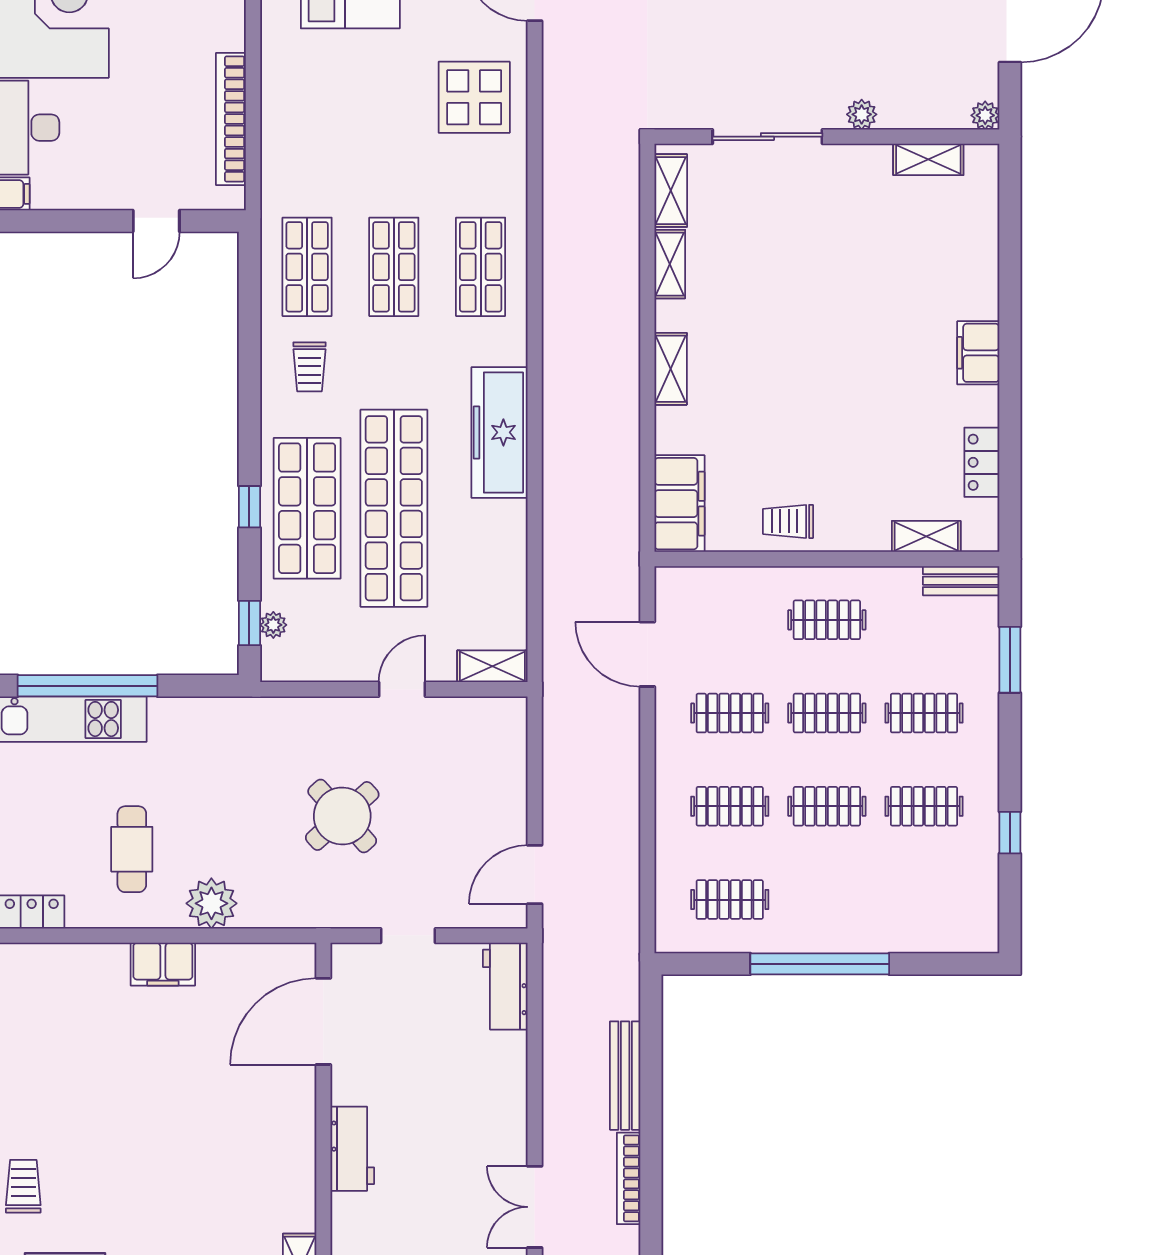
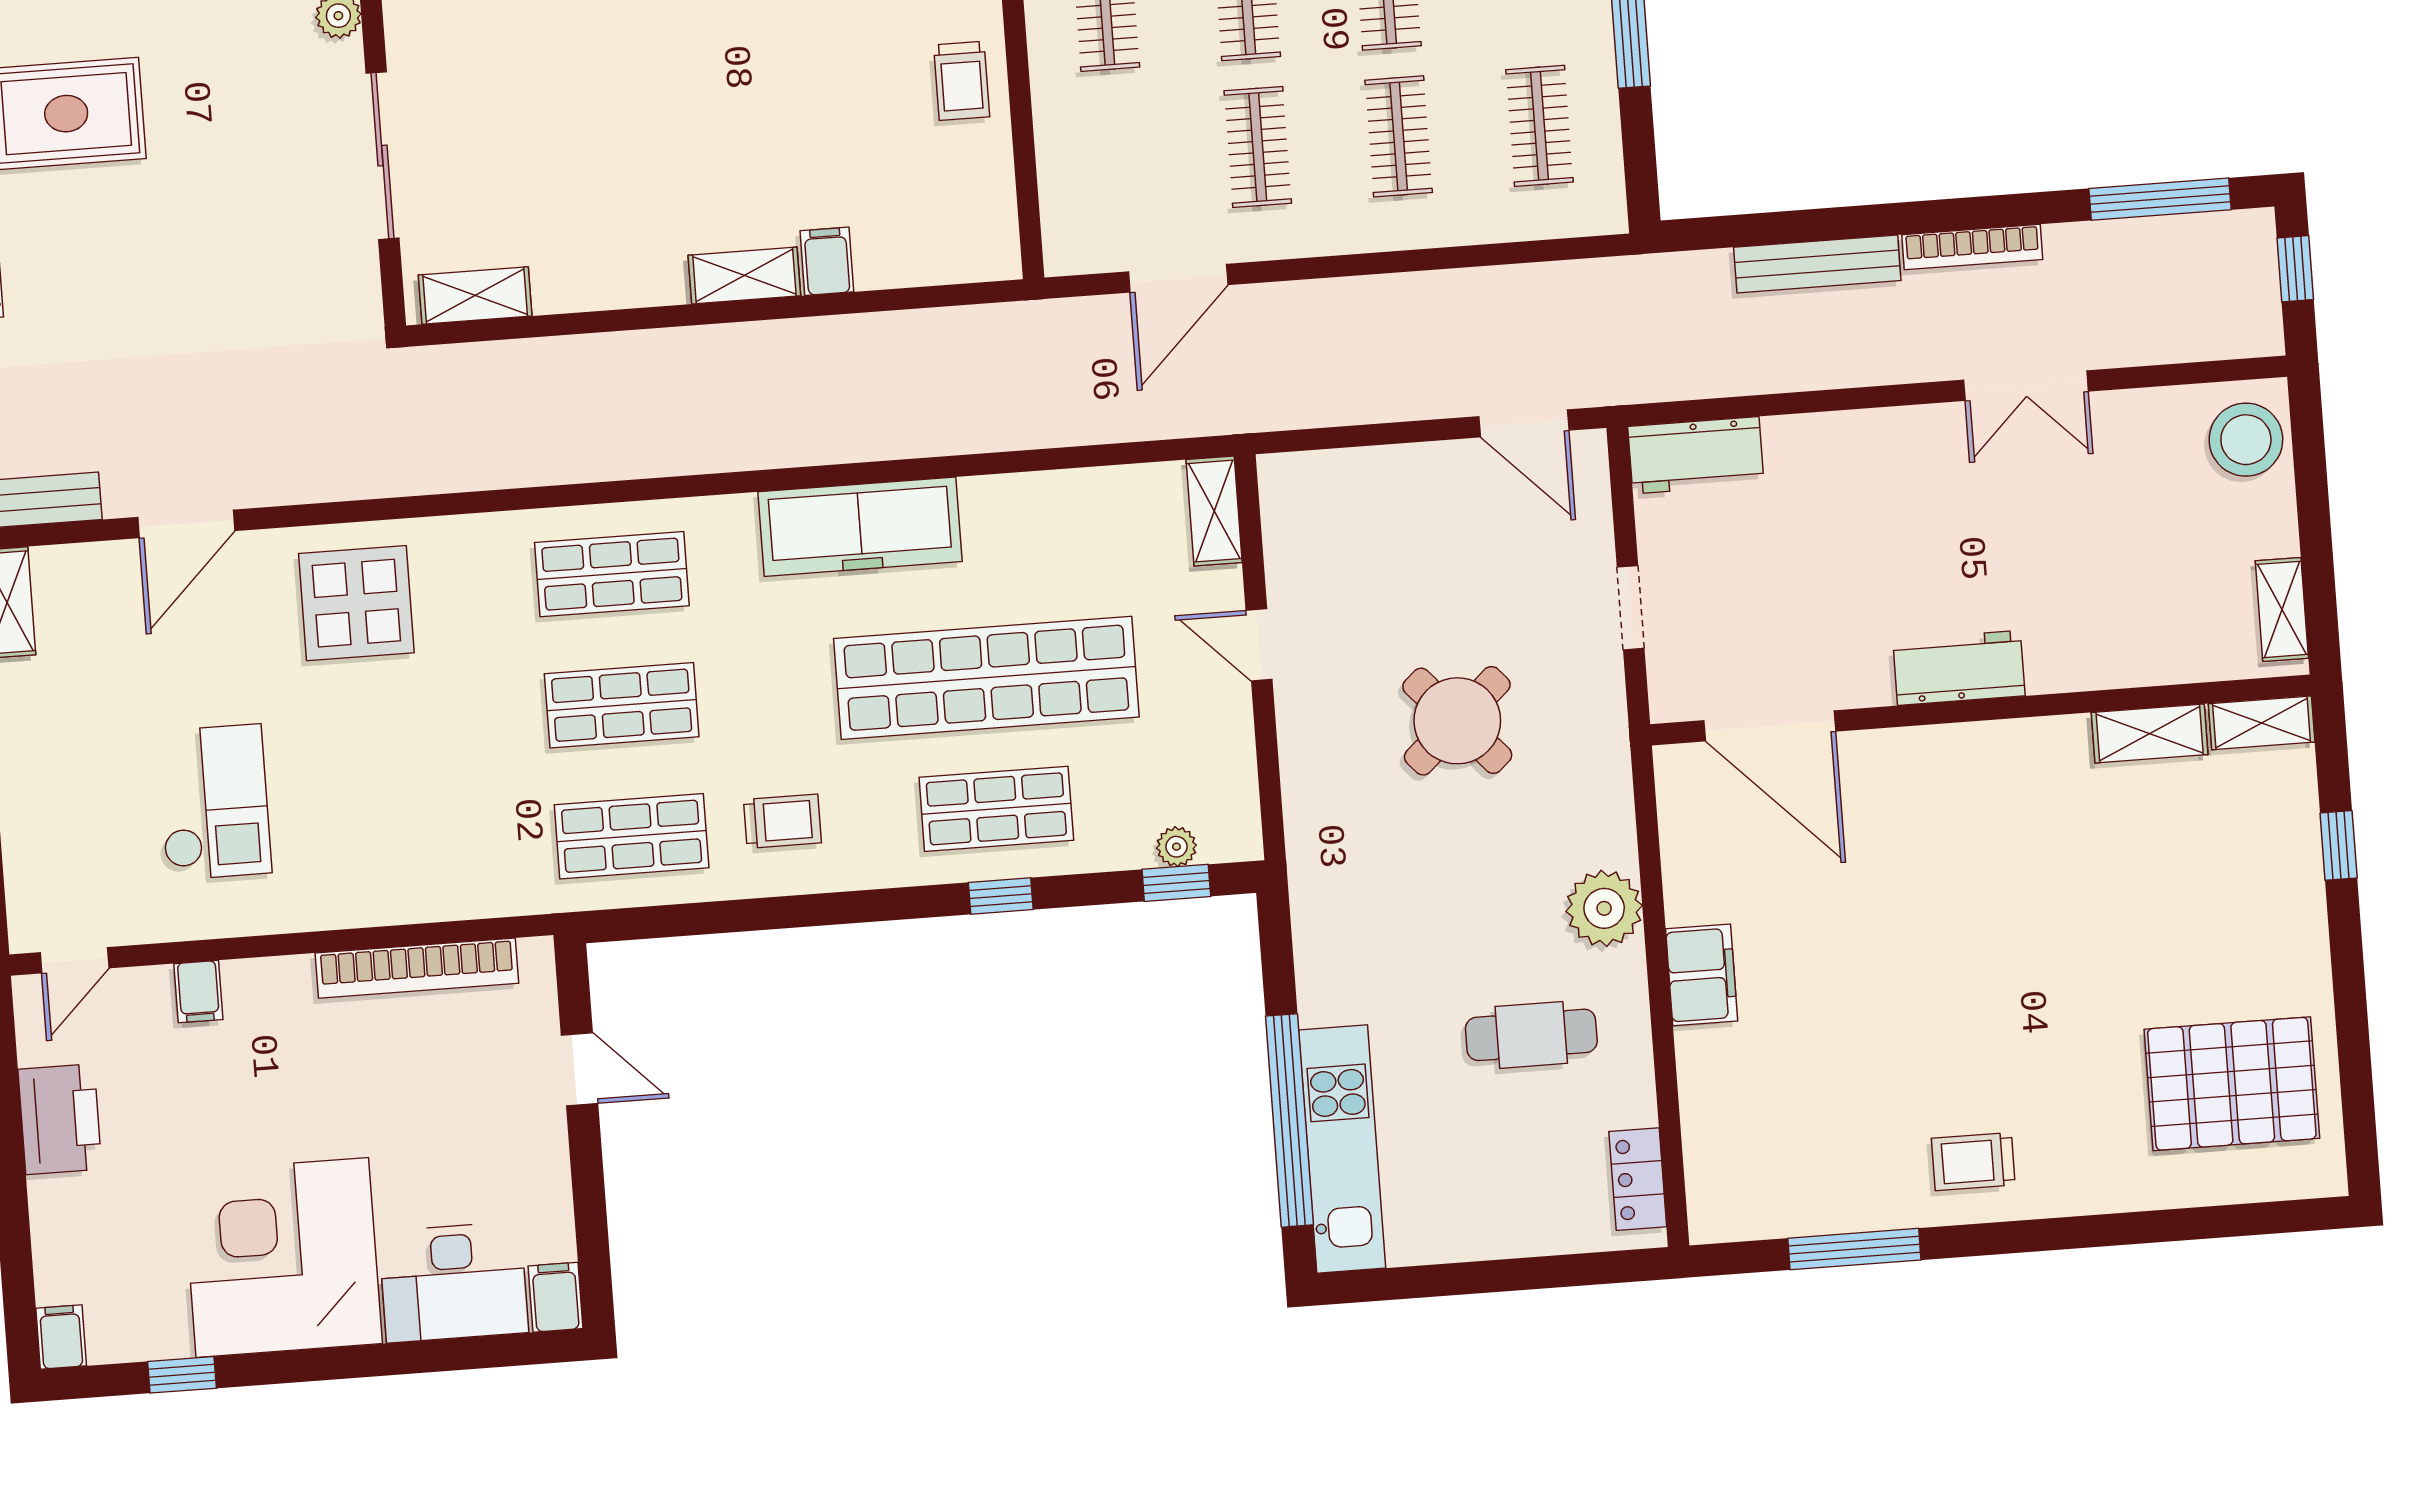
shelving: (670, 264) -> (586, 289), removed
filing cabinet: (679, 504) -> (827, 261), moved, width x0.33, depth x0.86
shop shelf: (307, 508) -> (996, 809), width x0.70, depth x0.74
trolley: (23, 1186) -> (1973, 1162), moved

